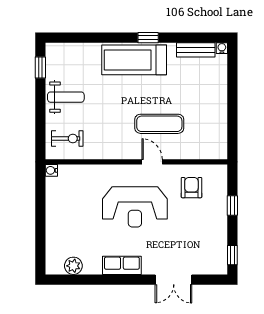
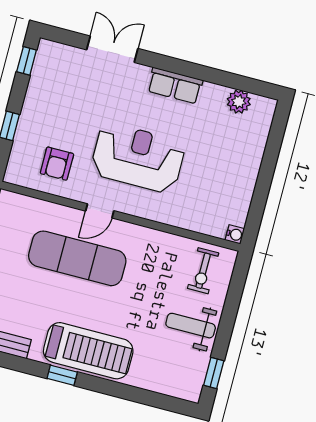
exercise mat: (159, 124) -> (77, 258), width x1.36, depth x1.45
exercise bike: (67, 139) -> (203, 271), turned -90
door: (152, 162) -> (100, 211), hinge flipped

